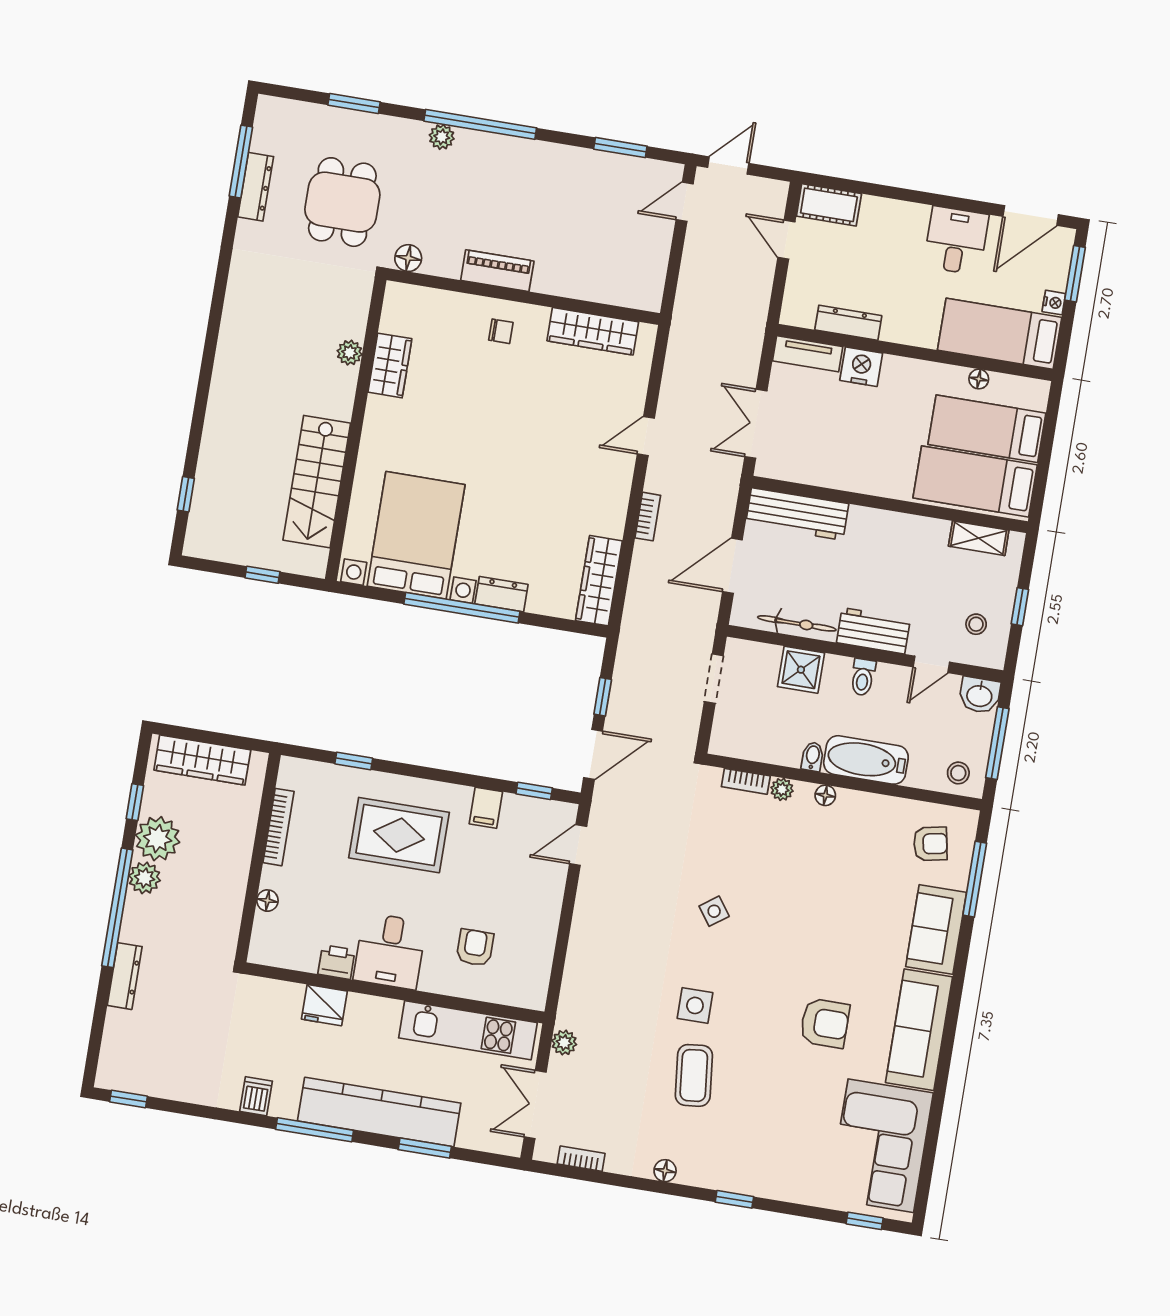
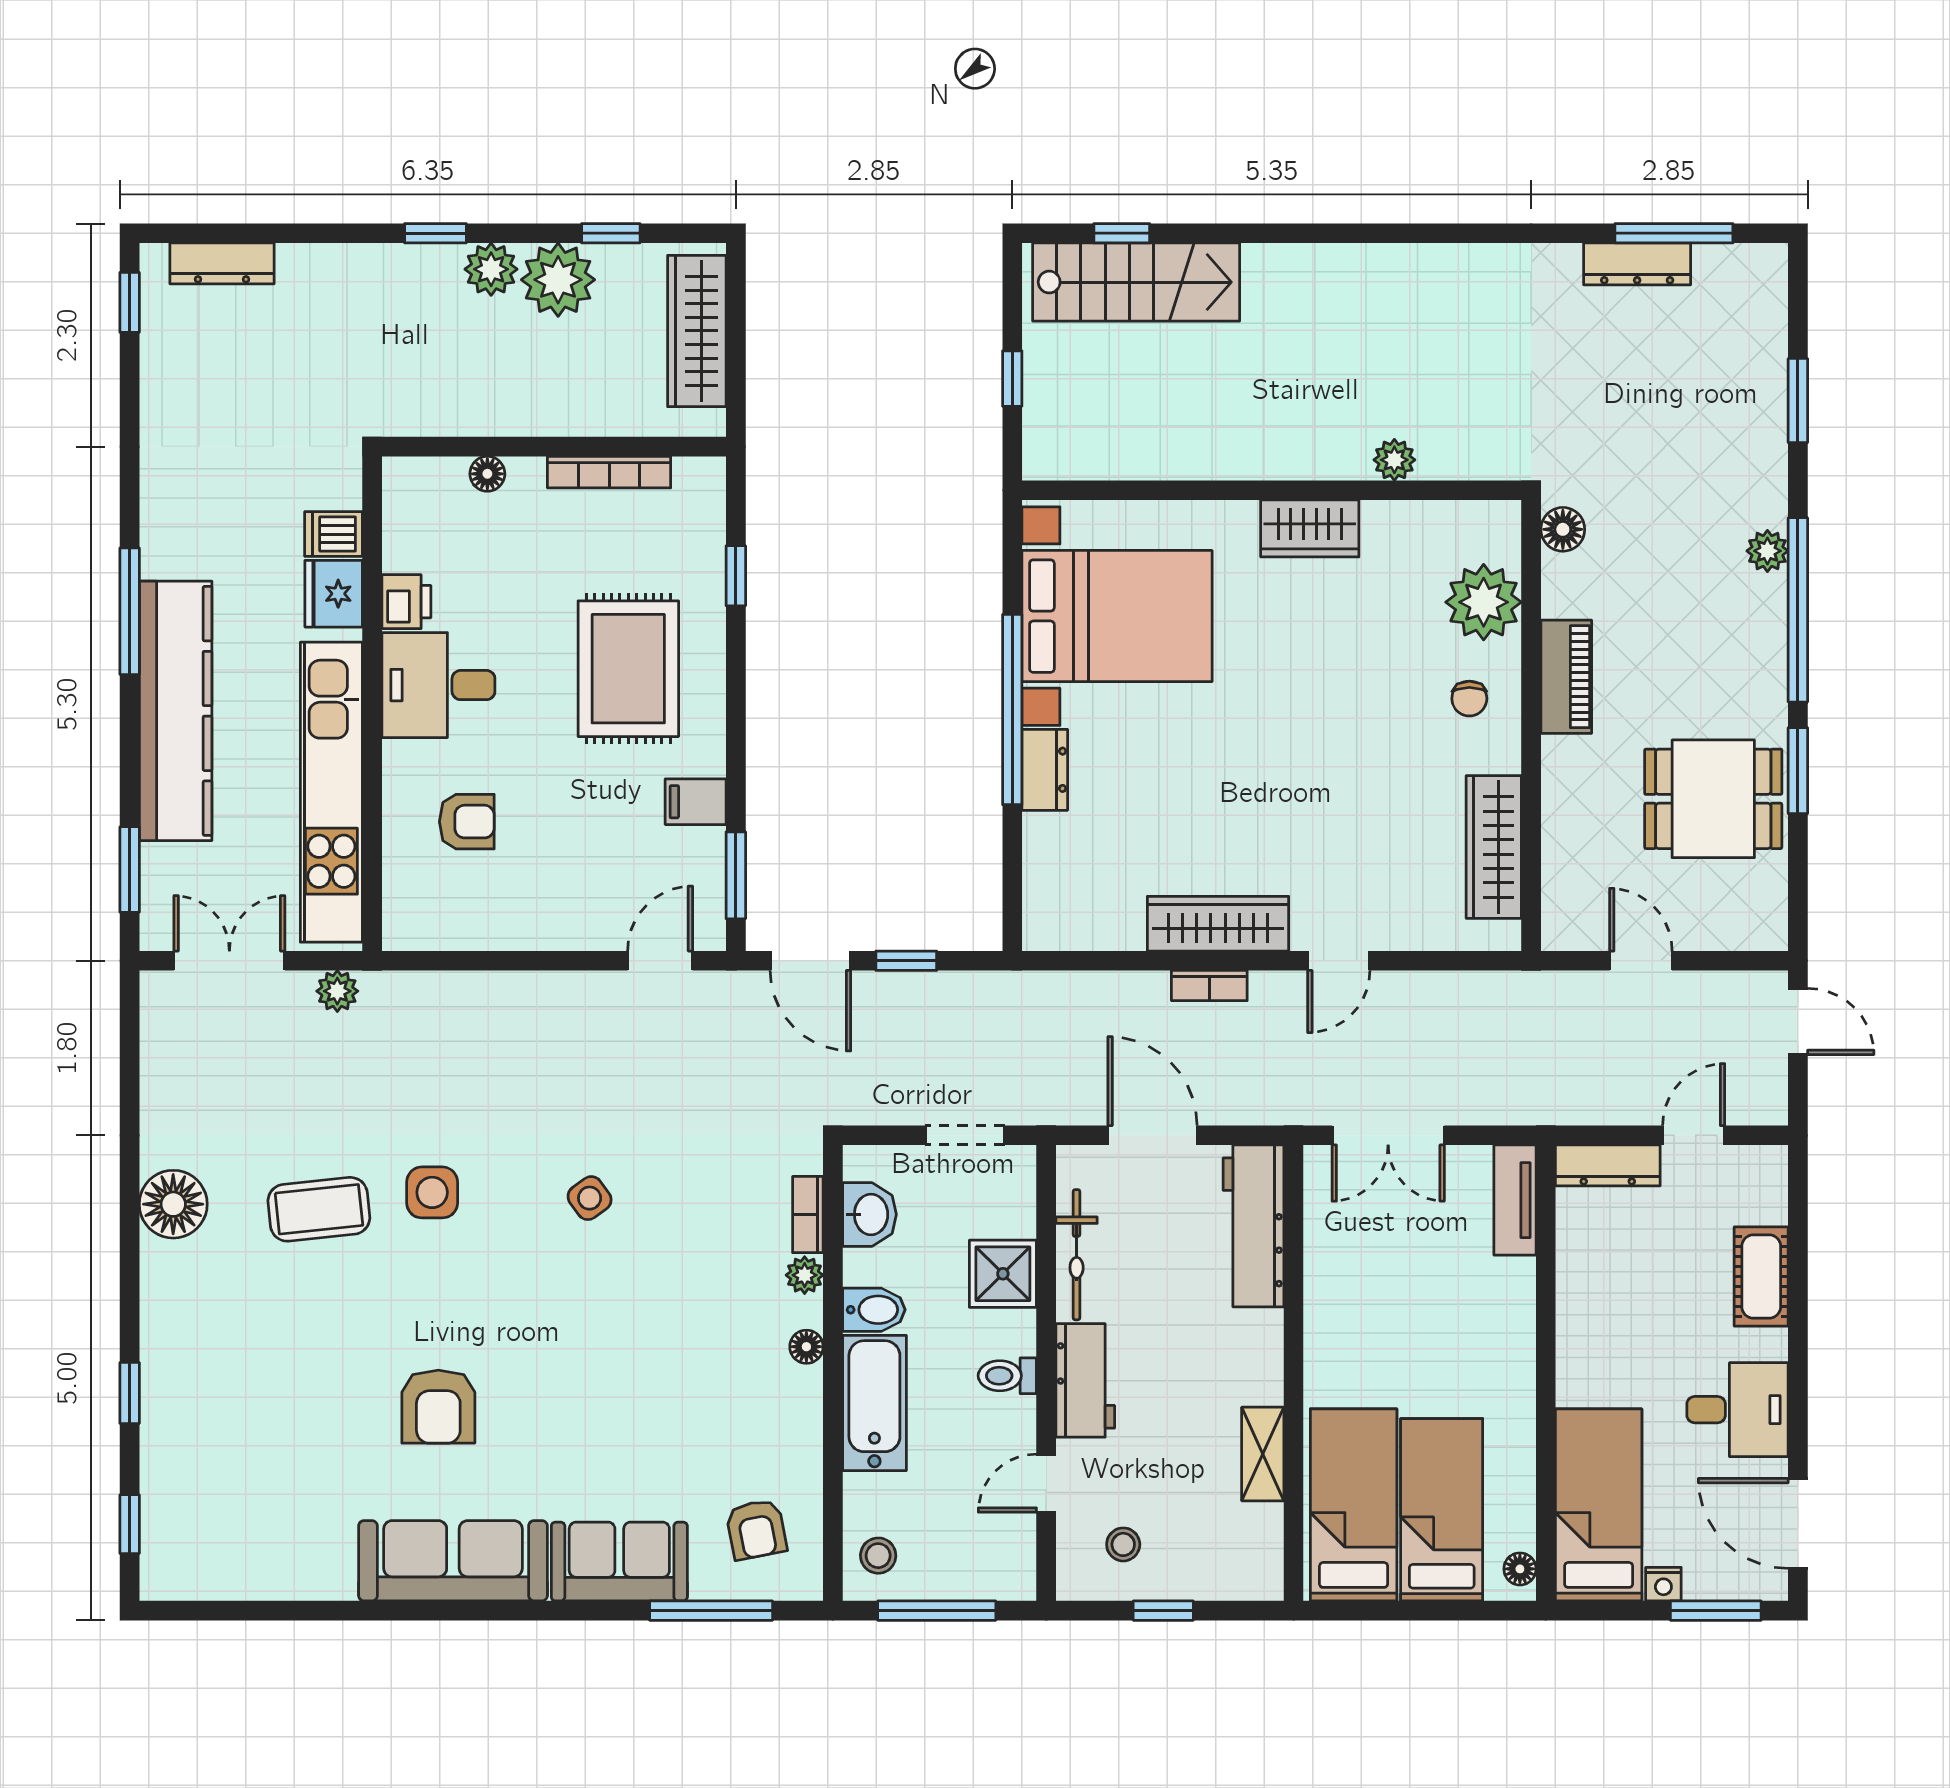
window: (620, 148) -> (1798, 771), moved
dining table: (342, 202) -> (1713, 799), moved
door: (685, 202) -> (1641, 961), moved
cot: (829, 205) -> (1761, 1276), moved
plant: (444, 313) -> (1484, 602), added
dresser: (848, 323) -> (1608, 1165), moved, turned 90
wardrobe: (390, 365) -> (1310, 528), moved
nightstand: (861, 367) -> (1508, 1290), removed
floor lamp: (979, 379) -> (1520, 1569), moved
double door: (756, 424) -> (1388, 1135), swing flipped
door: (646, 436) -> (1339, 961), swing flipped
stairs: (317, 482) -> (1136, 282), moved, turned 180
shelving: (979, 538) -> (1263, 1454), moved
wardrobe: (599, 581) -> (1218, 924), moved
door: (931, 664) -> (1046, 1483), hinge flipped
washbasin: (980, 695) -> (869, 1214), moved, turned 180
bidet: (812, 757) -> (874, 1310), width x1.38, depth x1.36
window: (534, 791) -> (736, 875), width x1.50
door: (578, 845) -> (660, 961), hinge flipped
window: (117, 908) -> (435, 233), width x0.32
dresser: (125, 976) -> (222, 263), moved
kitchen unit: (468, 1030) -> (331, 792), width x1.36
dishwasher: (256, 1096) -> (334, 534), moved, turned 180
corner sofa: (881, 1146) -> (255, 1530), removed
window: (425, 1148) -> (130, 870), moved
bookcase: (581, 1159) -> (154, 1050), removed
floor lamp: (665, 1171) -> (173, 1204), width x1.89, depth x1.89
window: (734, 1199) -> (130, 1393), moved

